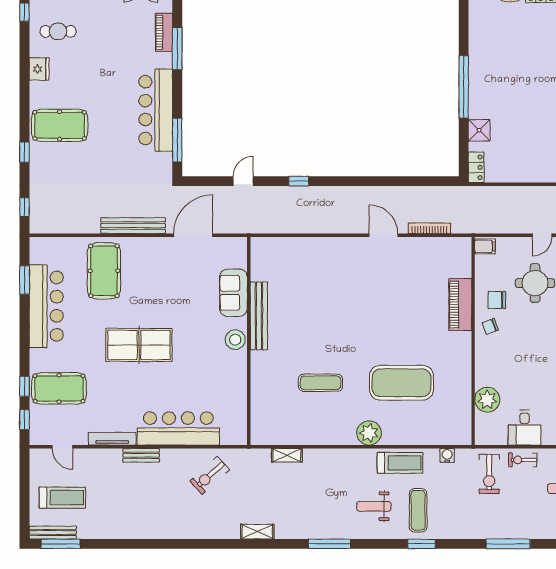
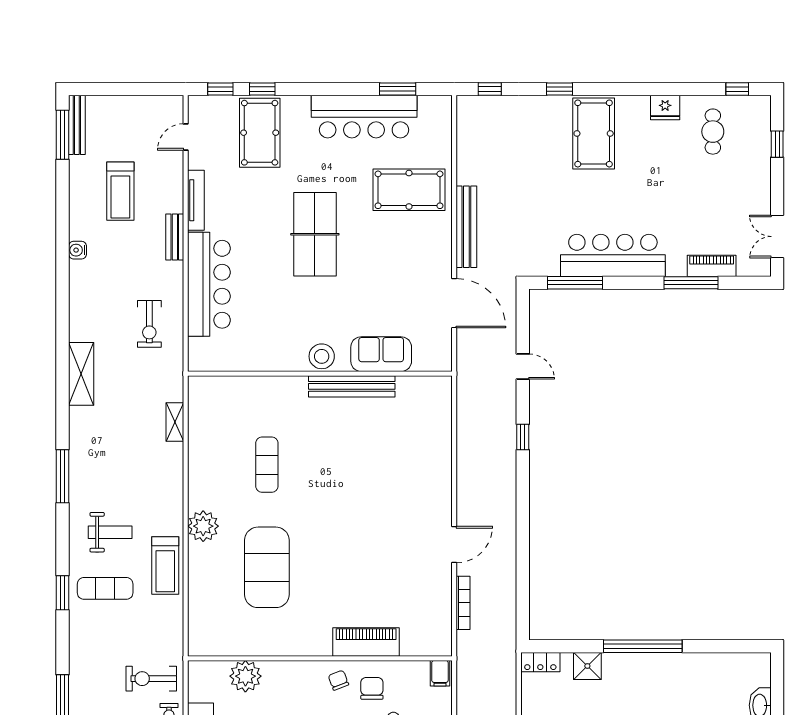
water cooler: (447, 455) -> (78, 250), moved, turned 180
exercise bike: (210, 475) -> (149, 324), turned -138
treadmill: (62, 498) -> (120, 191), moved
weight bench: (374, 506) -> (110, 532), turned 90
shelving: (257, 532) -> (81, 374), width x1.50, depth x1.33

